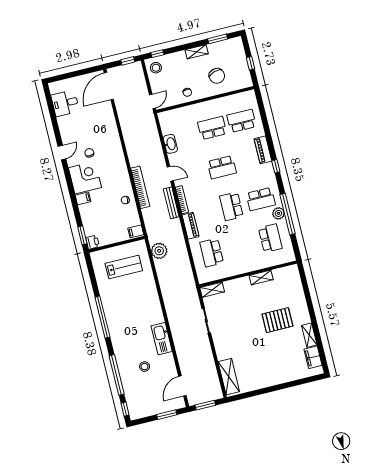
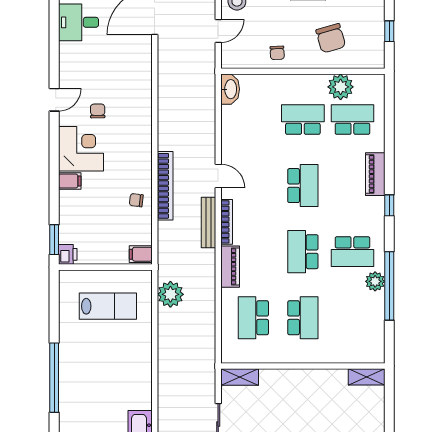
door: (152, 101) -> (218, 31), moved
plant: (230, 103) -> (341, 87), added
washbasin: (170, 144) -> (230, 89), moved
school desk: (222, 167) -> (303, 186), turned -90
school desk: (270, 238) -> (303, 318), moved
shelving: (261, 278) -> (367, 377), moved

